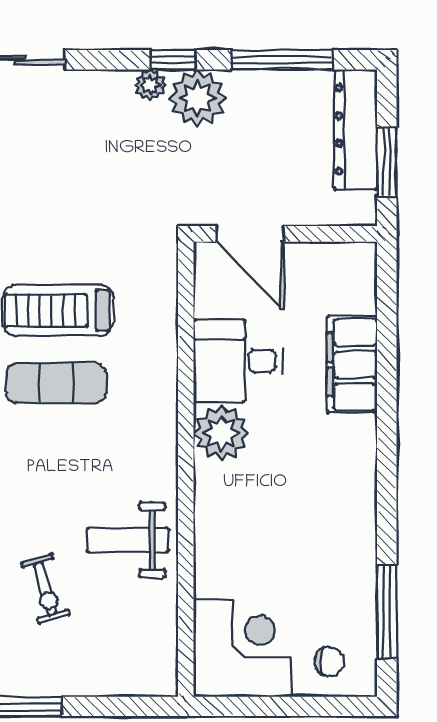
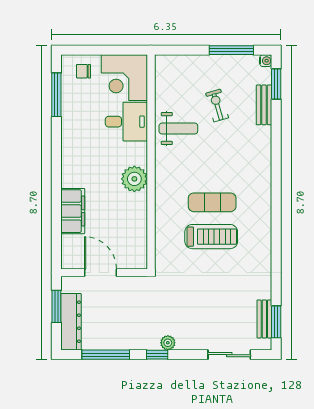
plant: (197, 98) -> (146, 337), removed
door: (250, 234) -> (100, 273), moved
desk: (238, 361) -> (126, 122), moved

